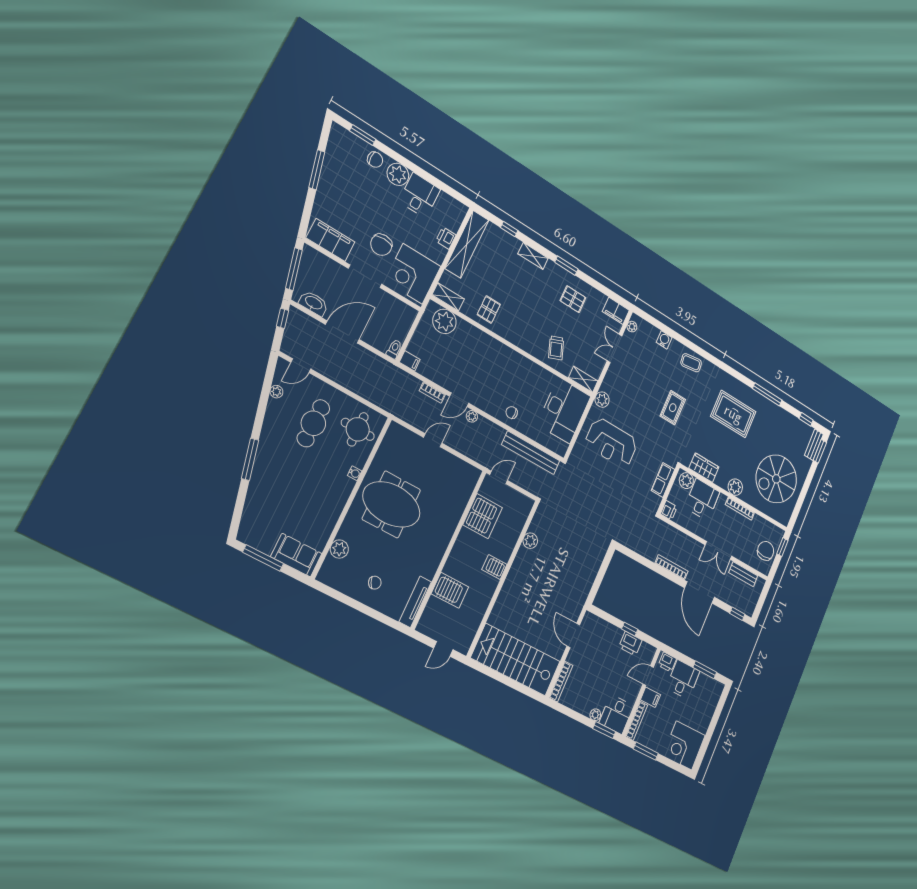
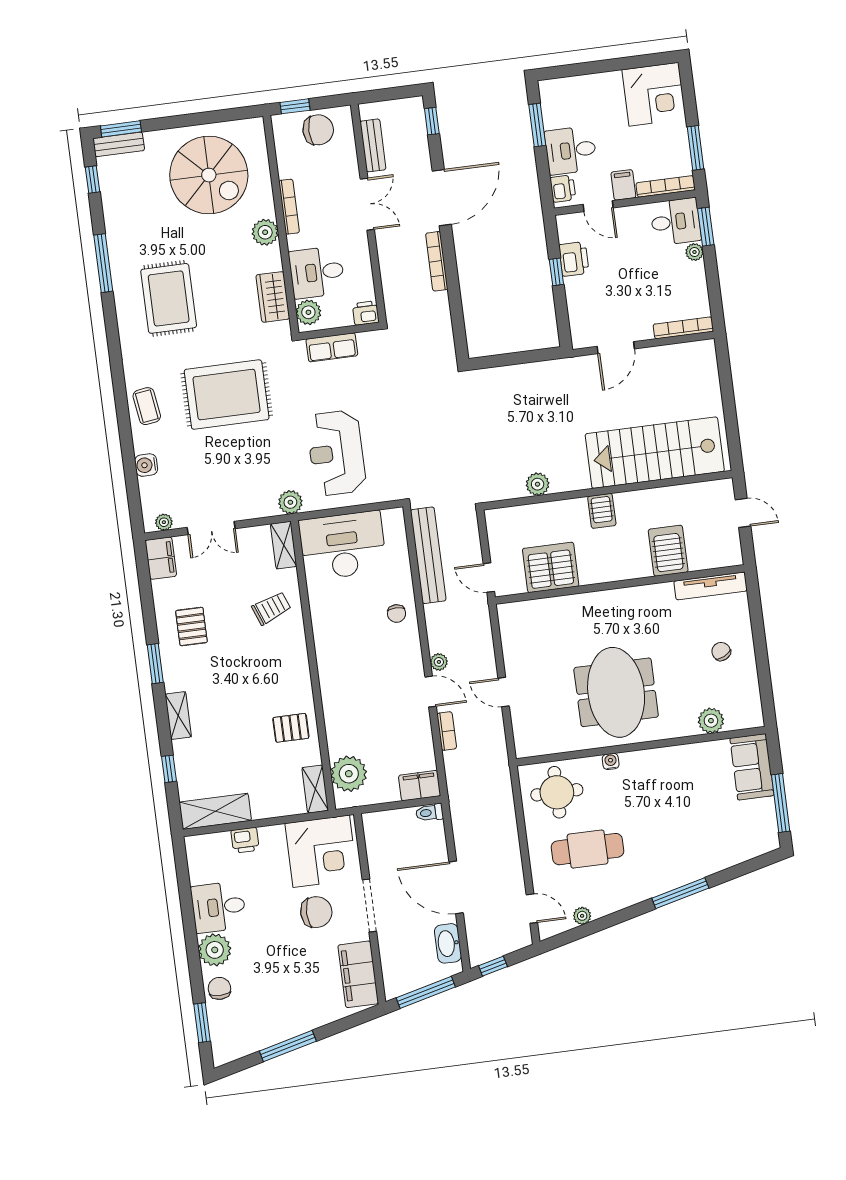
shelving: (467, 244) -> (215, 811), width x0.68
filing cabinet: (410, 361) -> (420, 786), width x2.00
rug: (673, 408) -> (227, 395), width x1.86, depth x2.06
reception desk: (611, 443) -> (336, 453), turned 180
chair: (766, 551) -> (318, 130), turned 180
stairs: (516, 660) -> (655, 453), moved, turned 90

